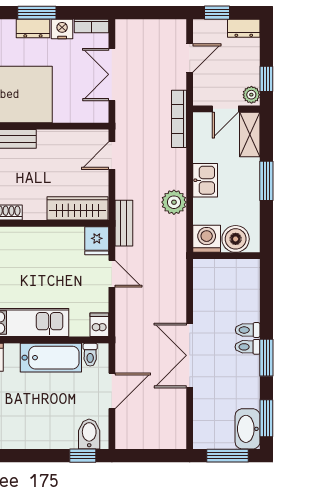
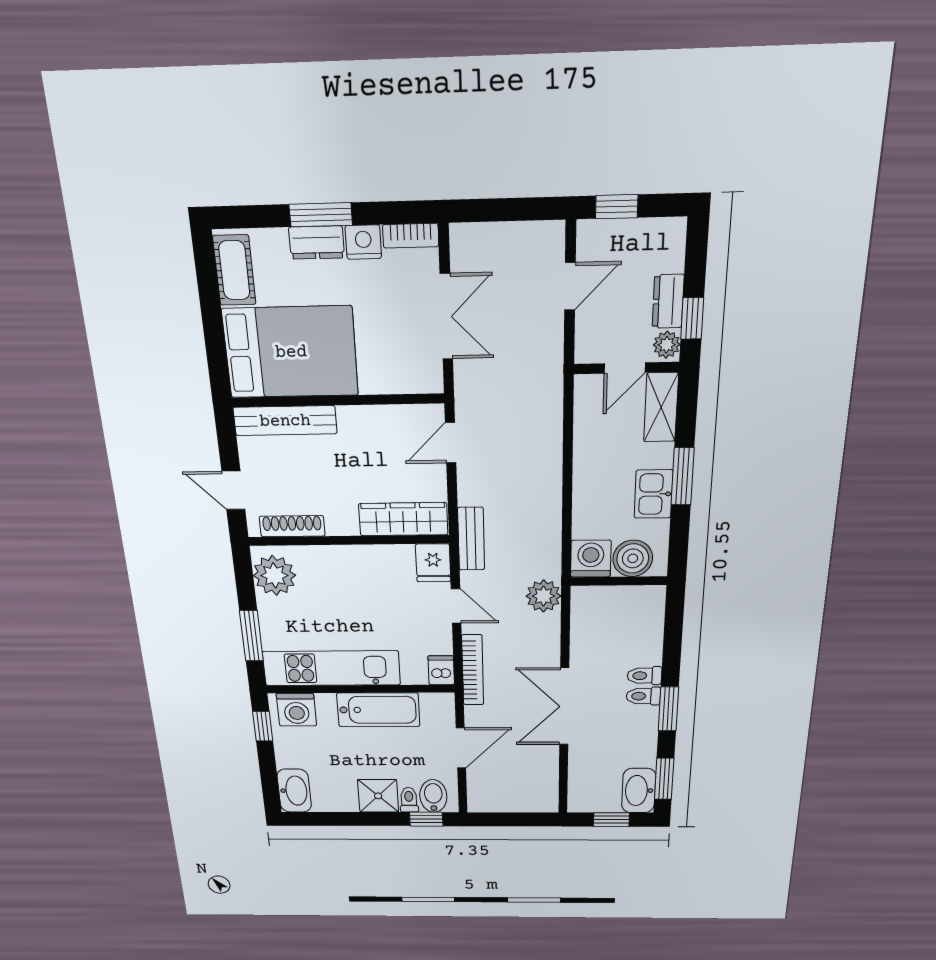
dresser: (244, 28) -> (668, 301), moved, turned 90
double door: (112, 74) -> (446, 317), swing flipped
bookcase: (179, 119) -> (473, 670), moved, turned 180
kitchen sink: (205, 180) -> (653, 494), moved, turned 180
plant: (174, 202) -> (543, 596), moved
toilet: (90, 355) -> (409, 800), moved, turned 180
shower: (46, 434) -> (378, 796), added
window: (227, 456) -> (611, 820), width x0.67

